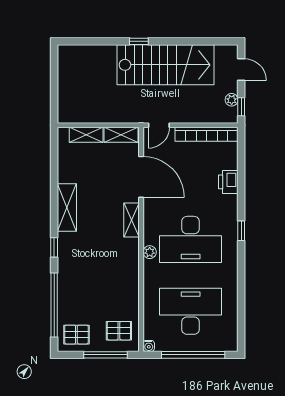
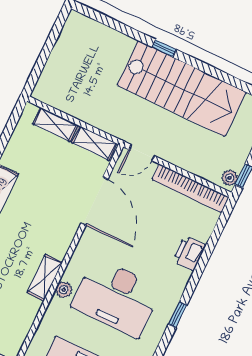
plant: (232, 100) -> (230, 178), moved
shelving: (132, 220) -> (45, 277), moved

